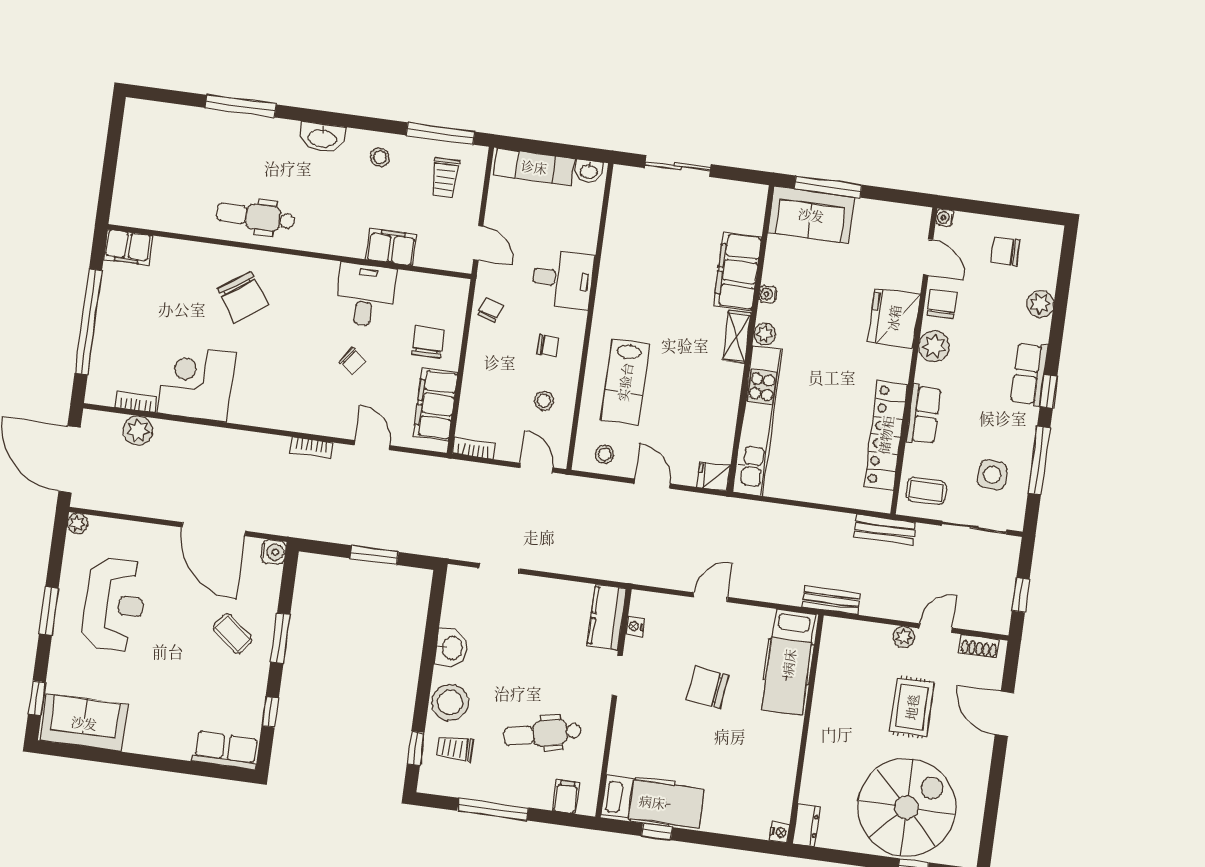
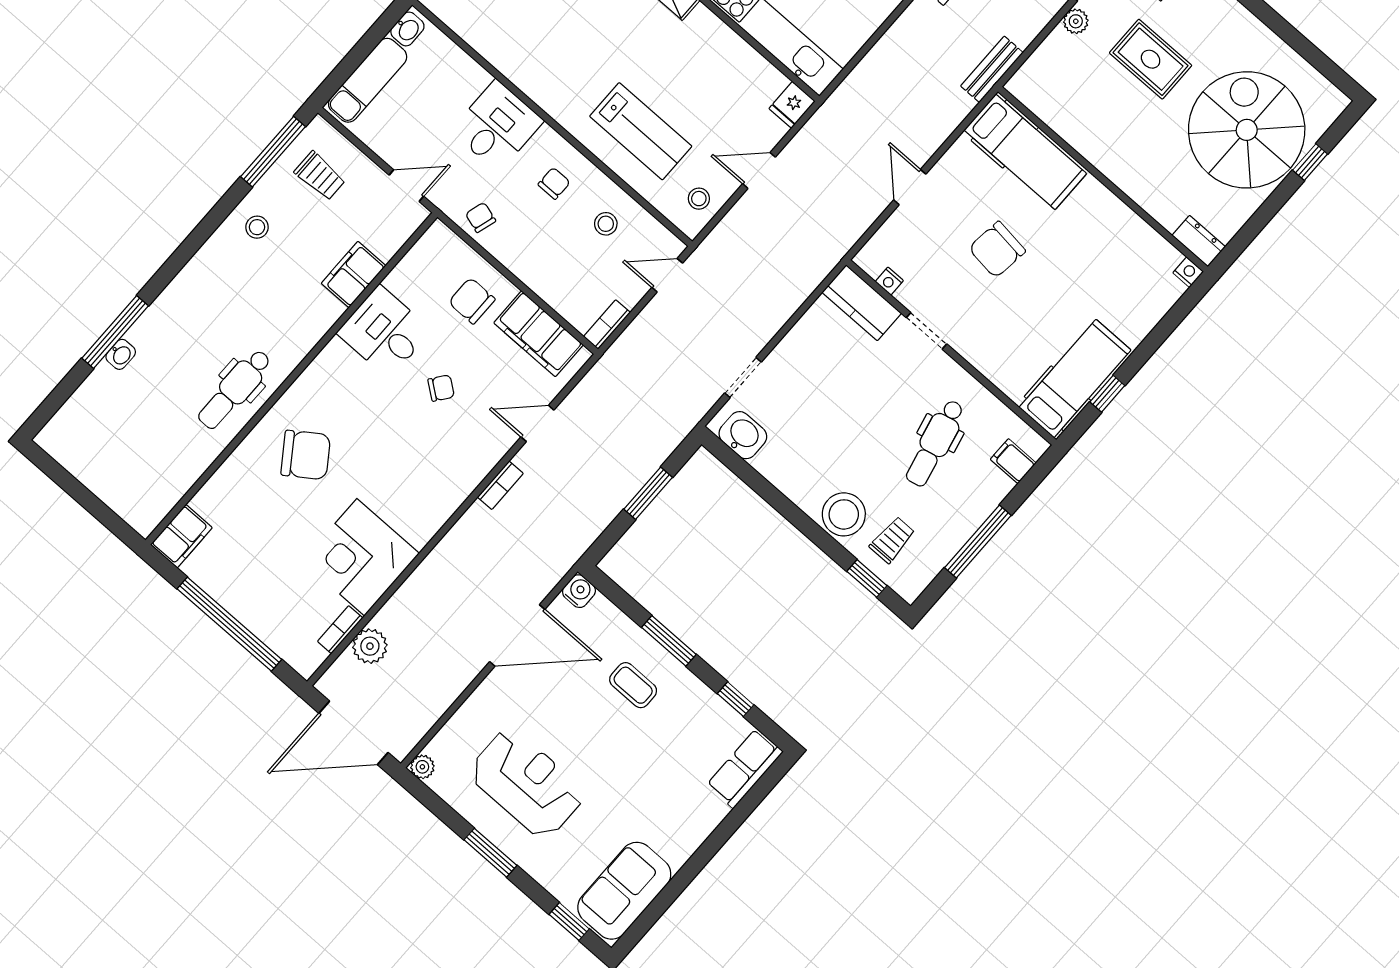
washbasin: (322, 138) -> (121, 354), moved, width x0.52, depth x0.69
coffee table: (232, 634) -> (633, 685), turned 51
washbasin: (452, 648) -> (743, 435), moved
trolley: (455, 748) -> (892, 540), turned 180

